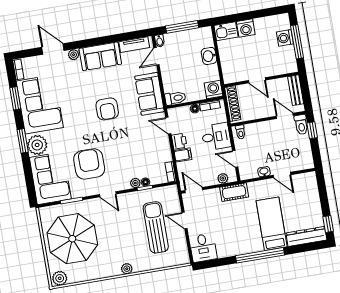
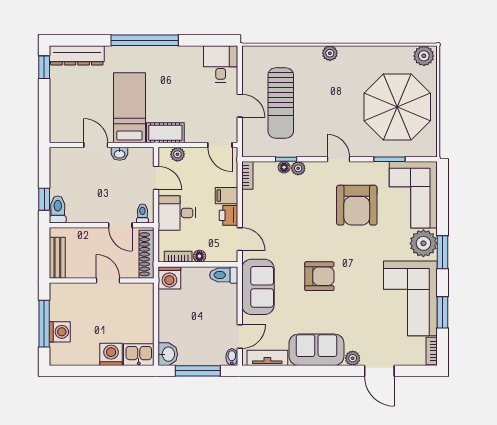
washbasin: (209, 56) -> (168, 354), moved
armchair: (107, 109) -> (319, 276), turned 90
door: (285, 116) -> (120, 225), moved
bed: (272, 224) -> (129, 108), moved, turned 180

